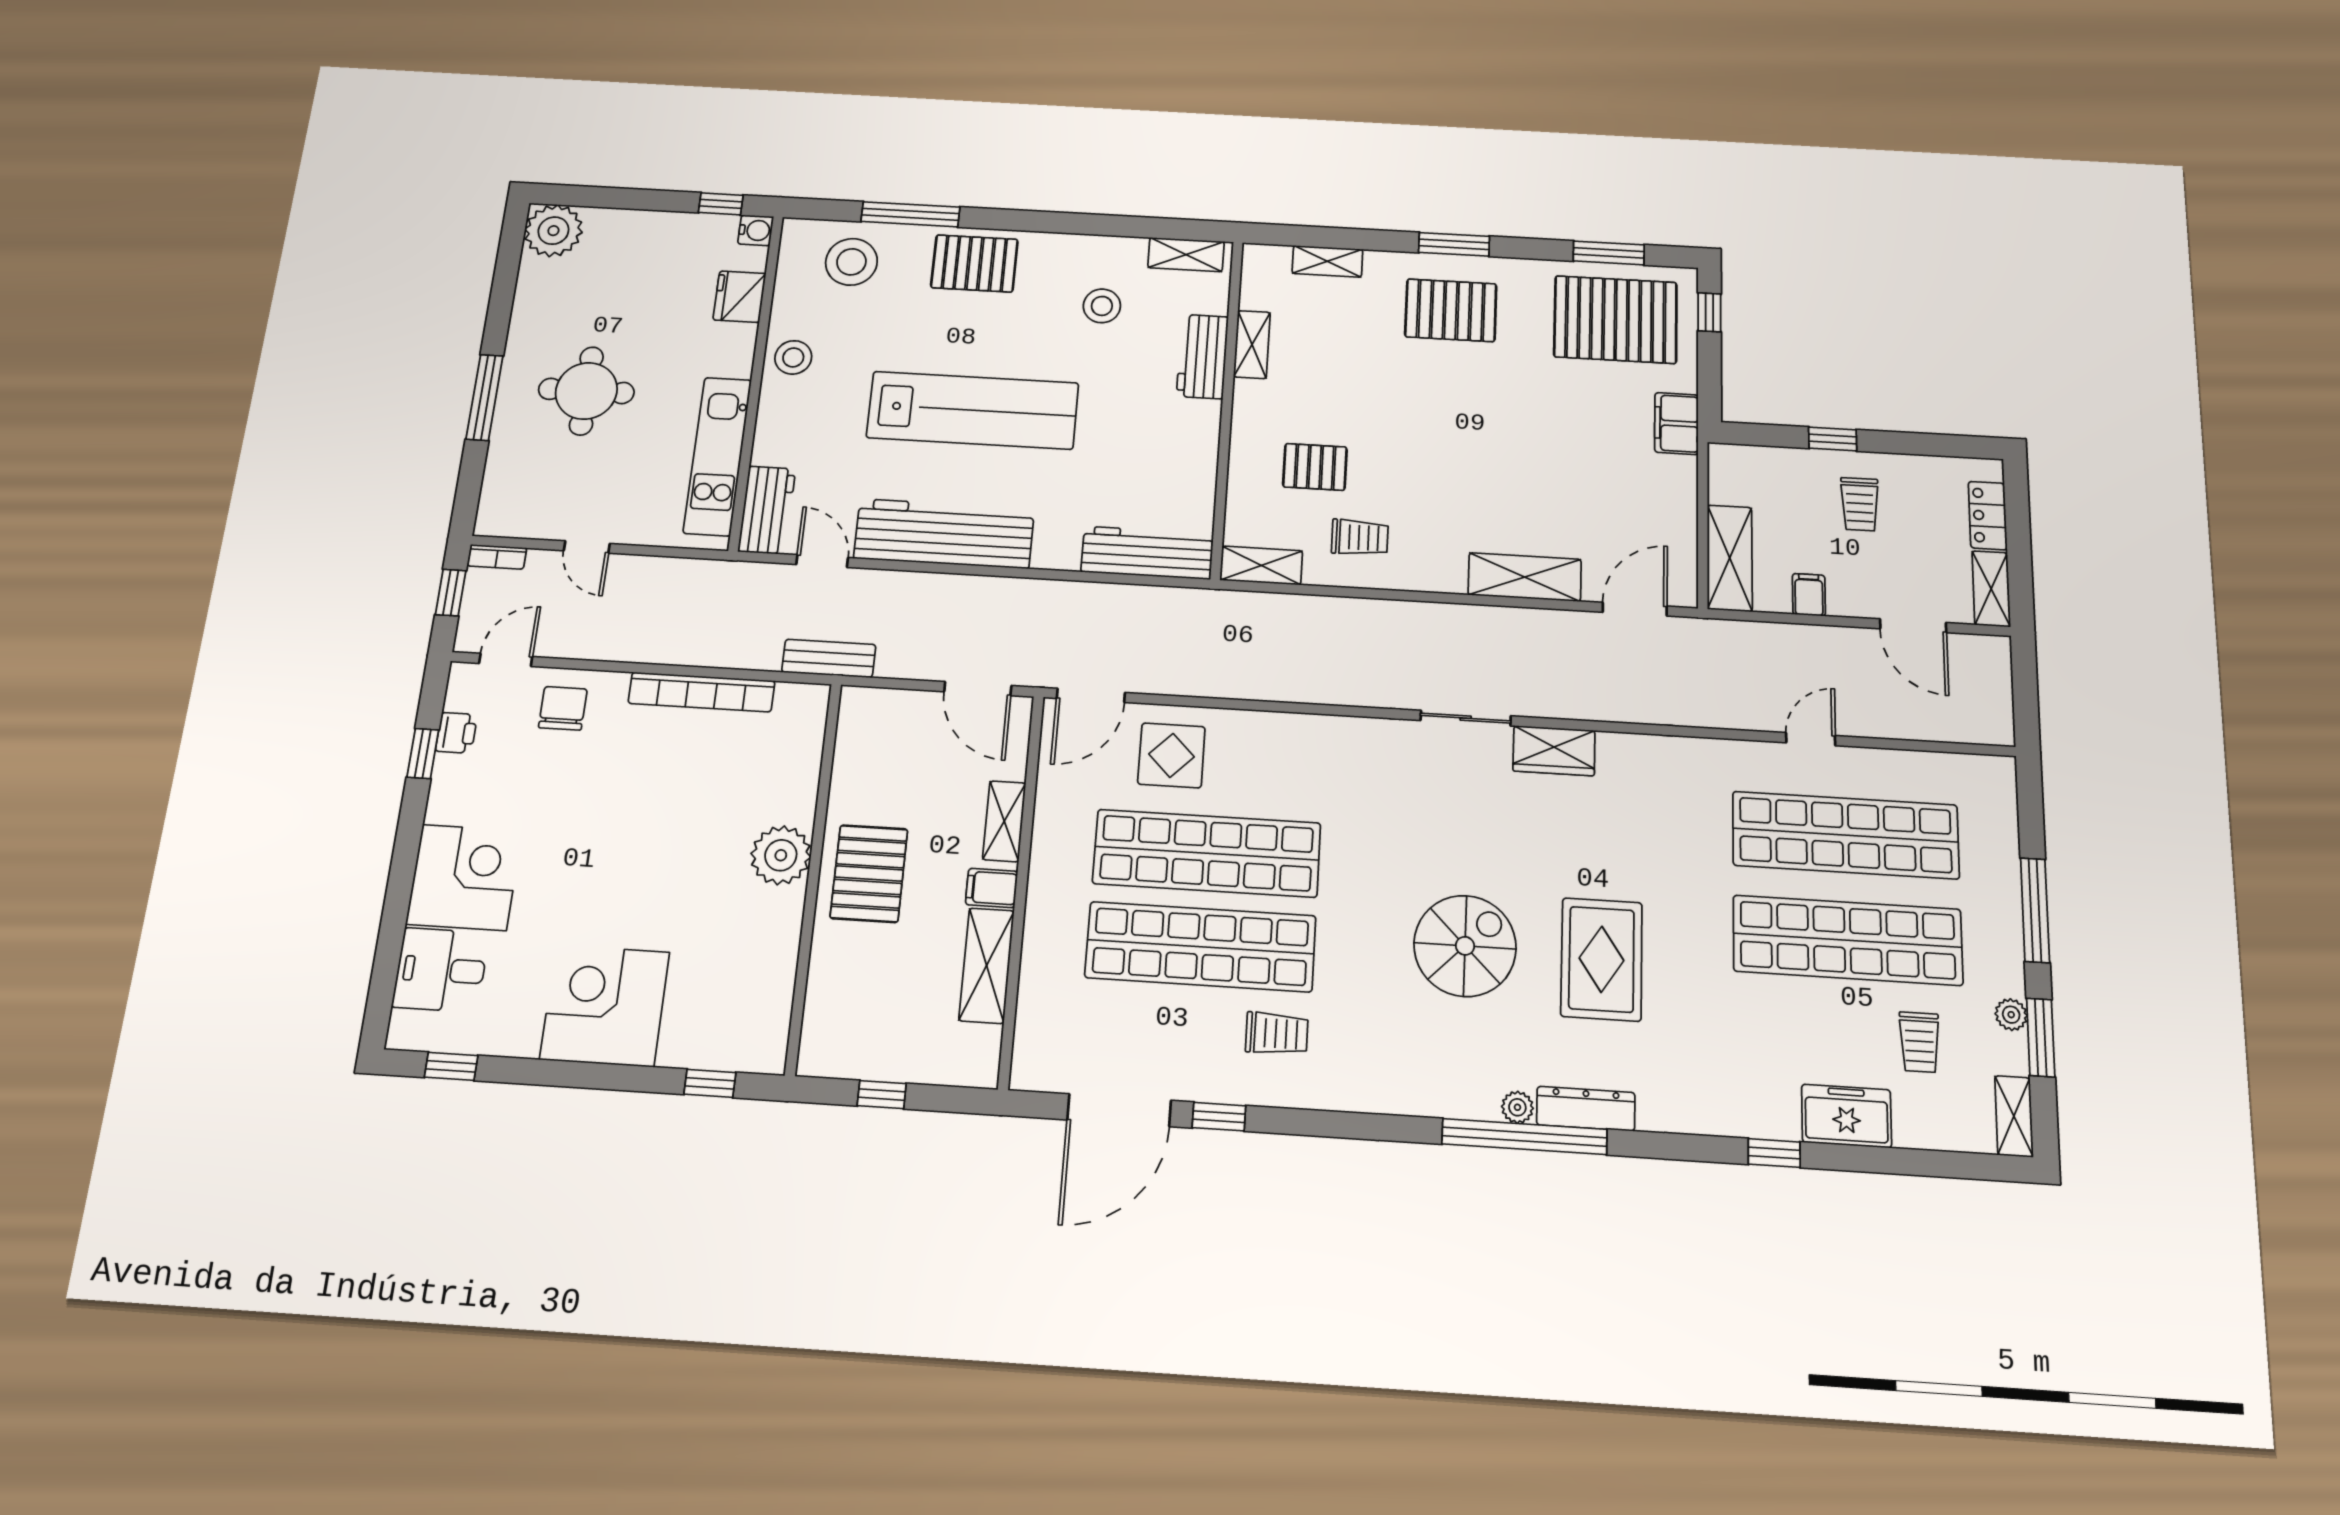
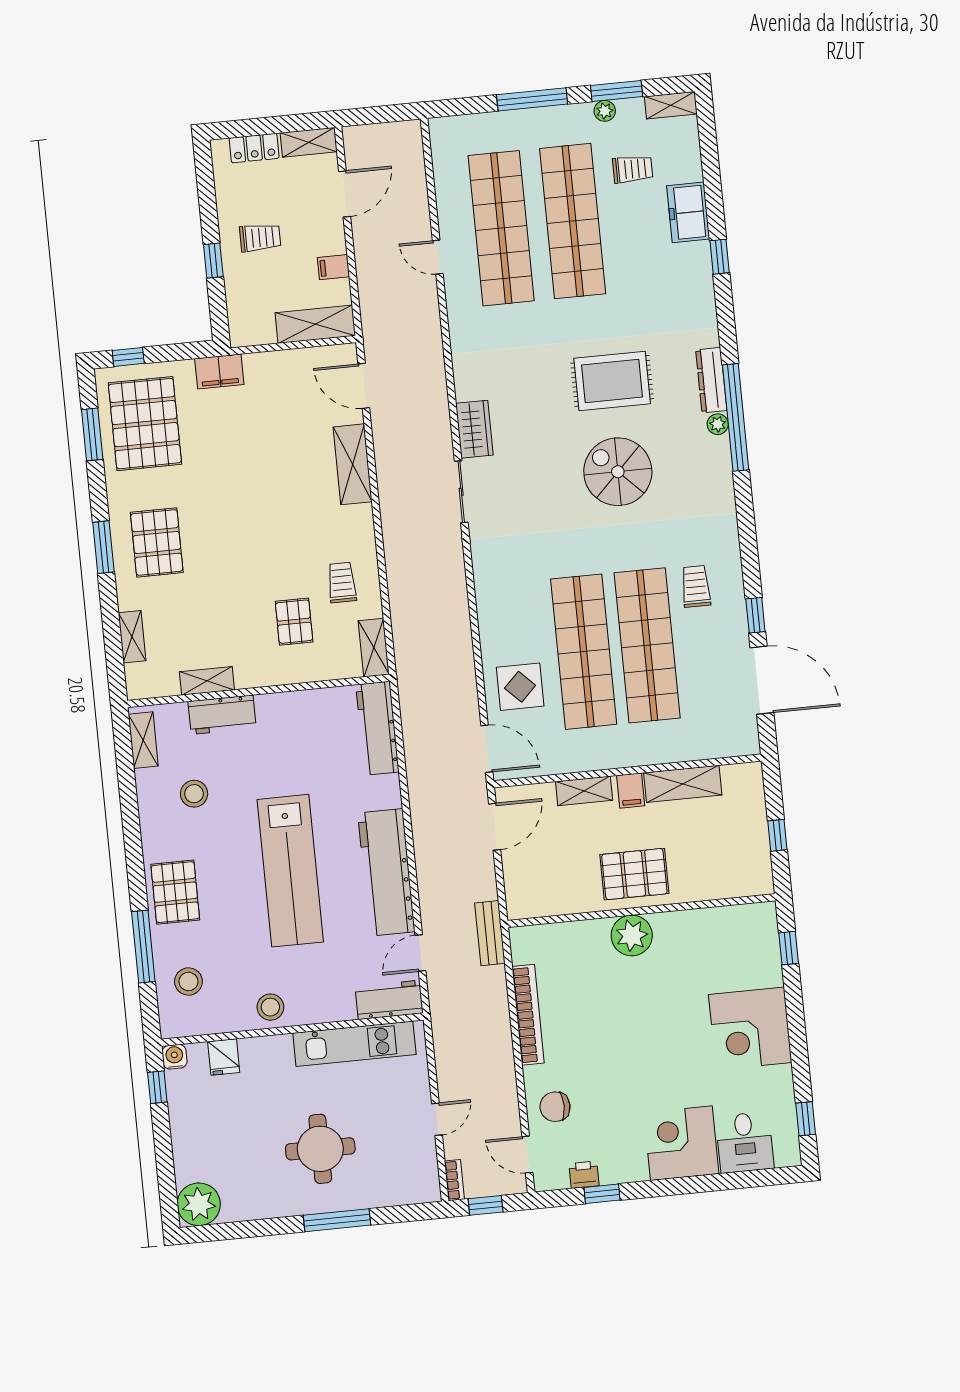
stool: (851, 262) -> (188, 982), width x0.73, depth x0.73
fridge: (739, 297) -> (224, 1057), width x0.72
lab bench: (973, 410) -> (290, 871), turned 180

